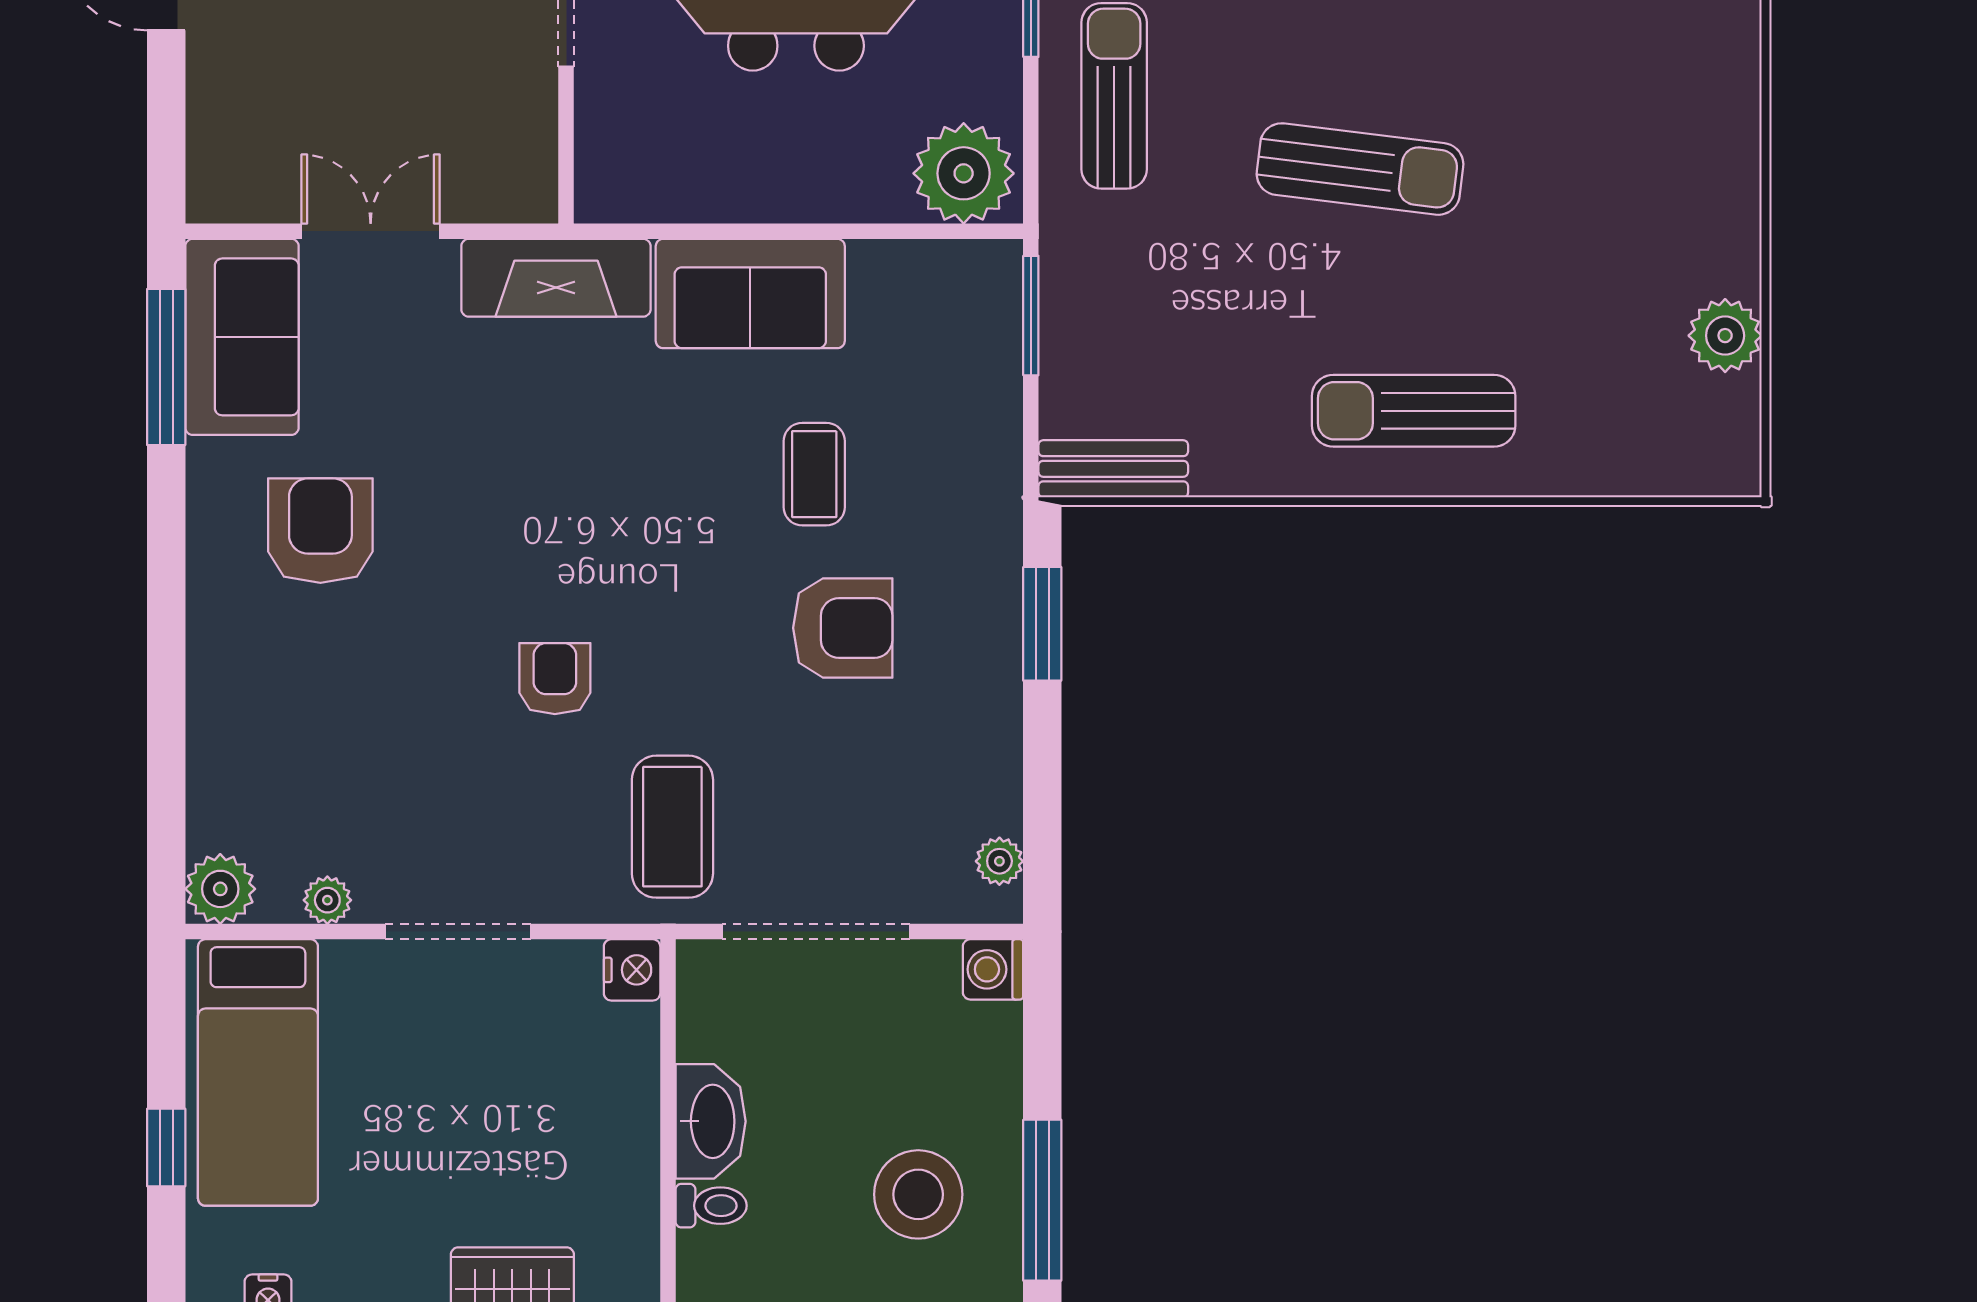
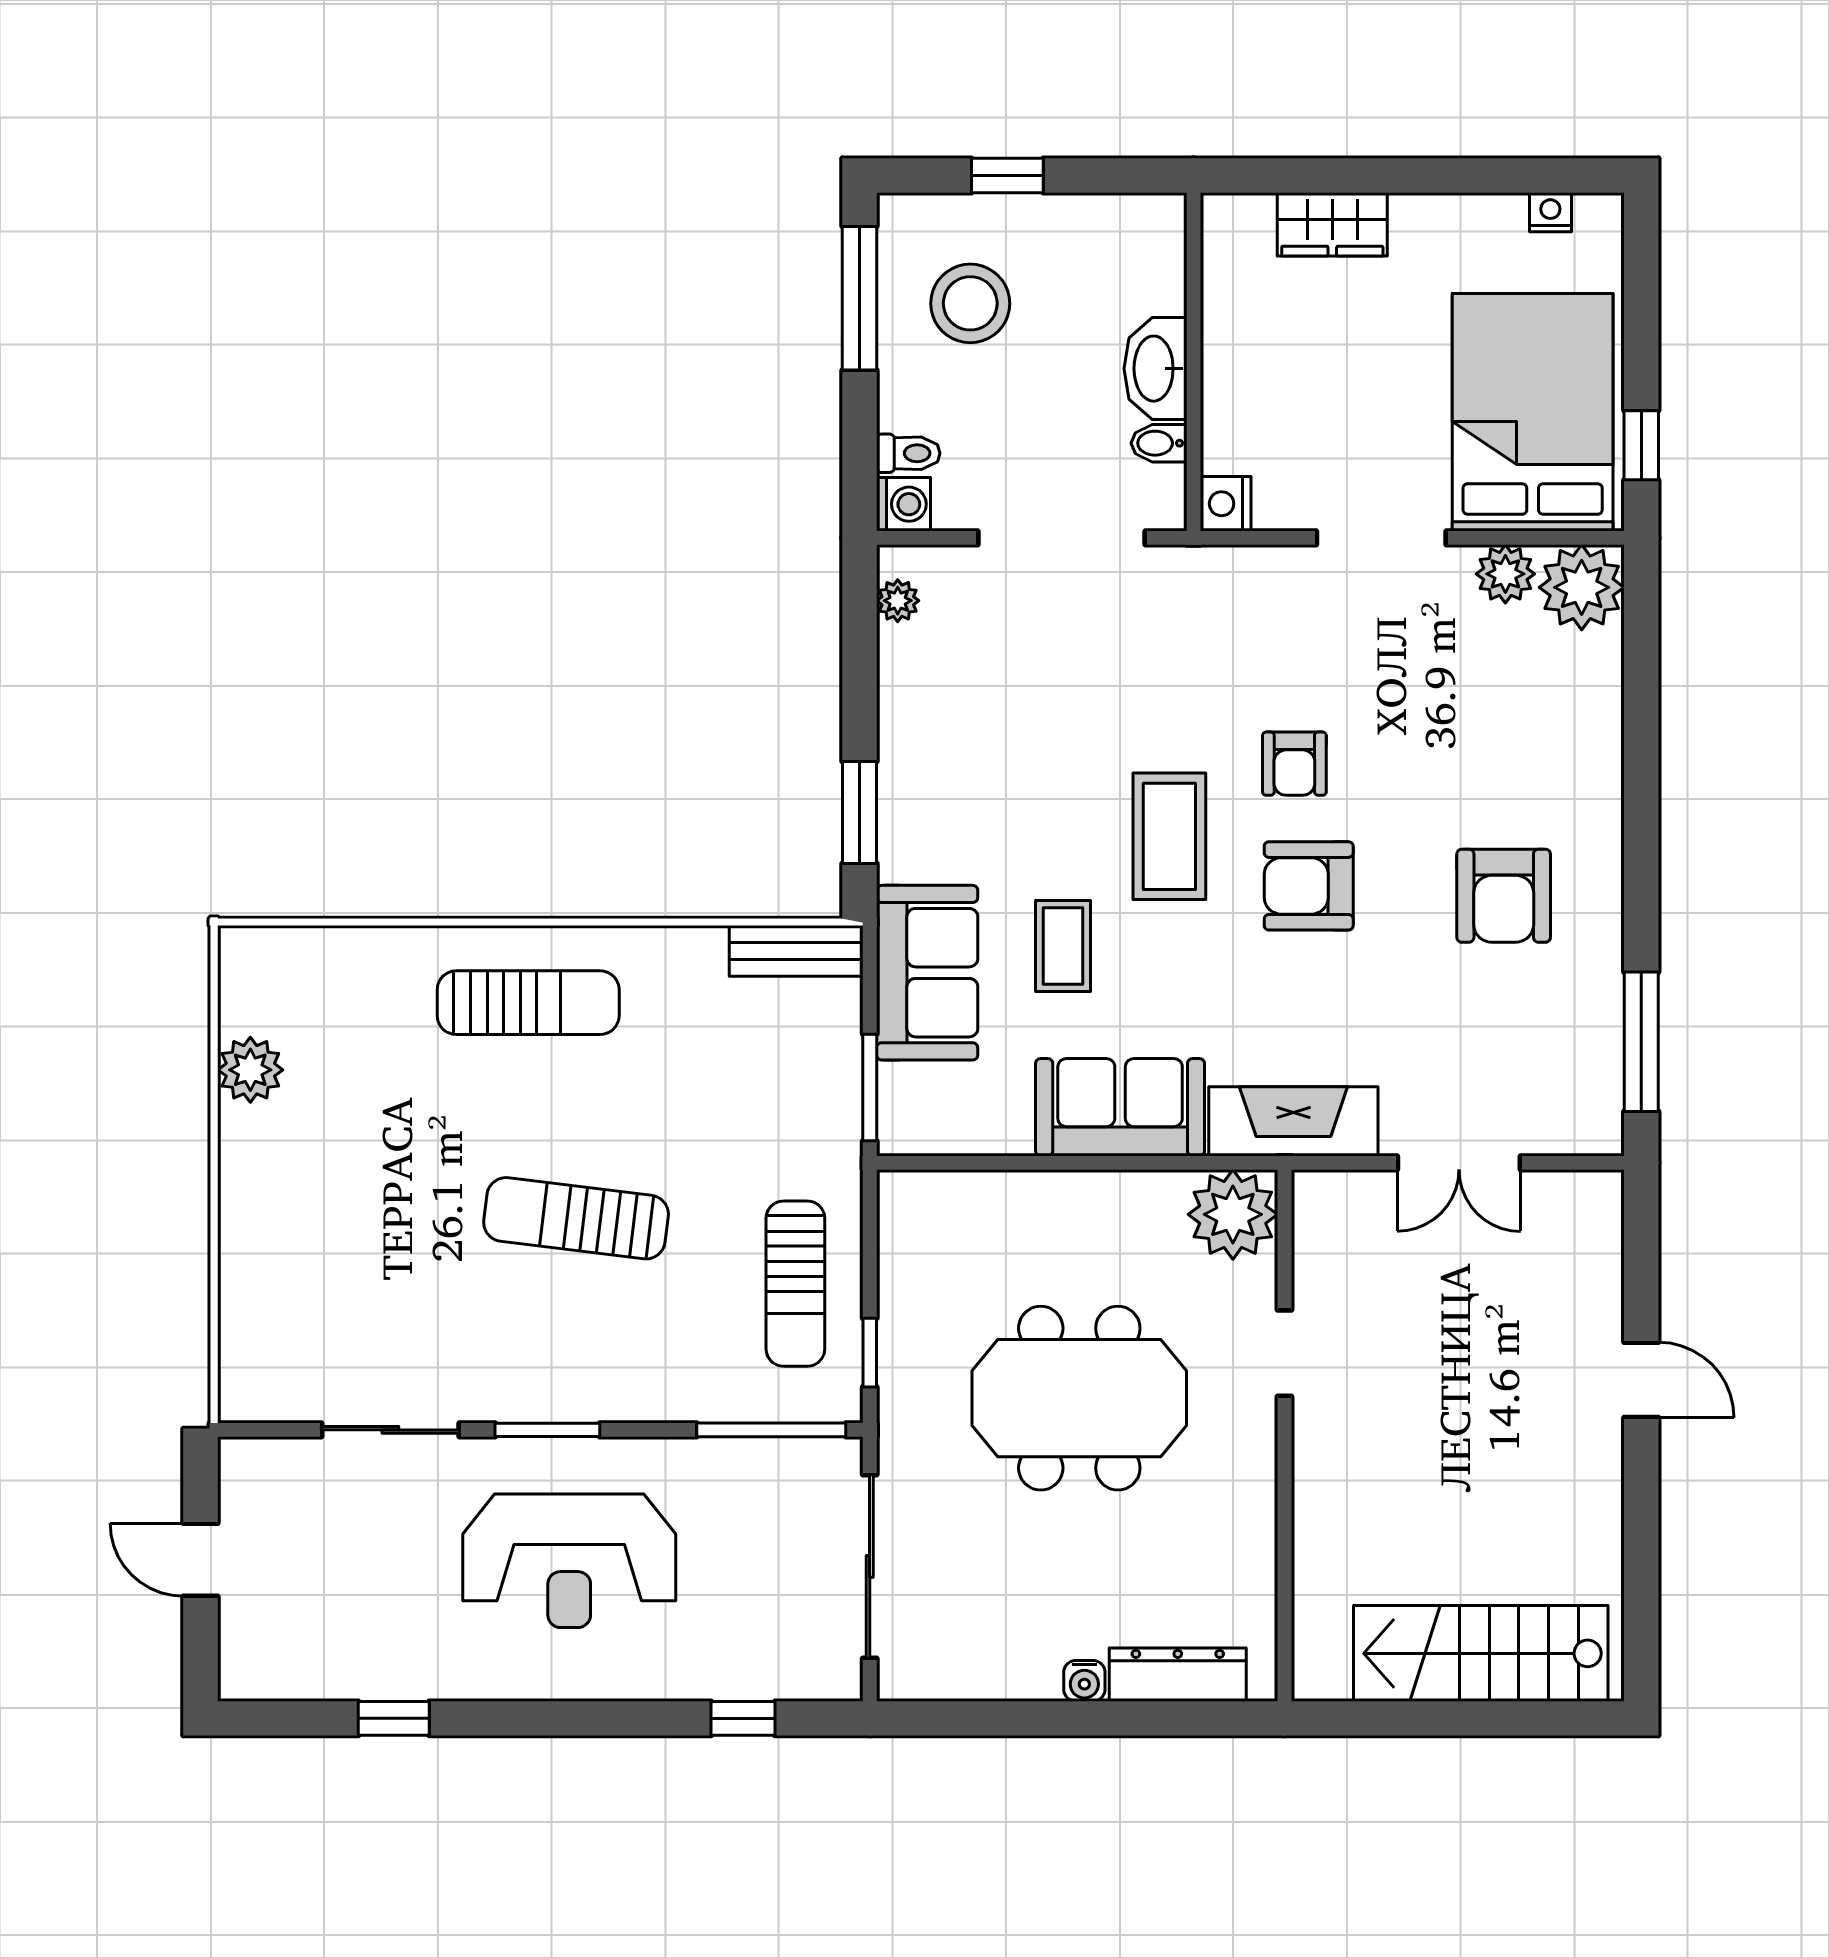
plant: (964, 173) -> (1233, 1214), moved
sofa: (242, 337) -> (927, 973), moved, turned 180
armchair: (843, 628) -> (1309, 886), moved
coffee table: (672, 827) -> (1169, 836), moved
plant: (220, 889) -> (1582, 587), width x1.36, depth x1.36
plant: (327, 900) -> (1505, 574), width x1.38, depth x1.38
bidet: (707, 1038) -> (1159, 443), added
bed: (258, 1072) -> (1533, 412), width x1.50
window: (166, 1147) -> (1641, 445), moved
toilet: (711, 1206) -> (908, 453), moved, turned 180

